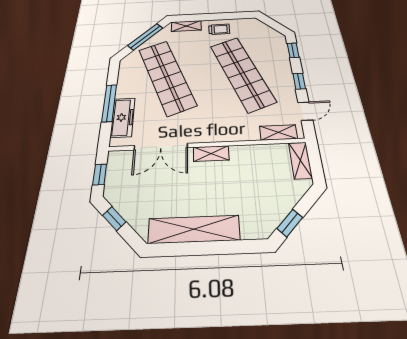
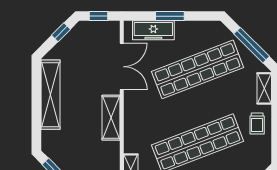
window: (109, 103) -> (170, 16), width x0.69
double door: (161, 147) -> (122, 67), swing flipped
shelving: (211, 154) -> (111, 118), width x1.50, depth x1.33

